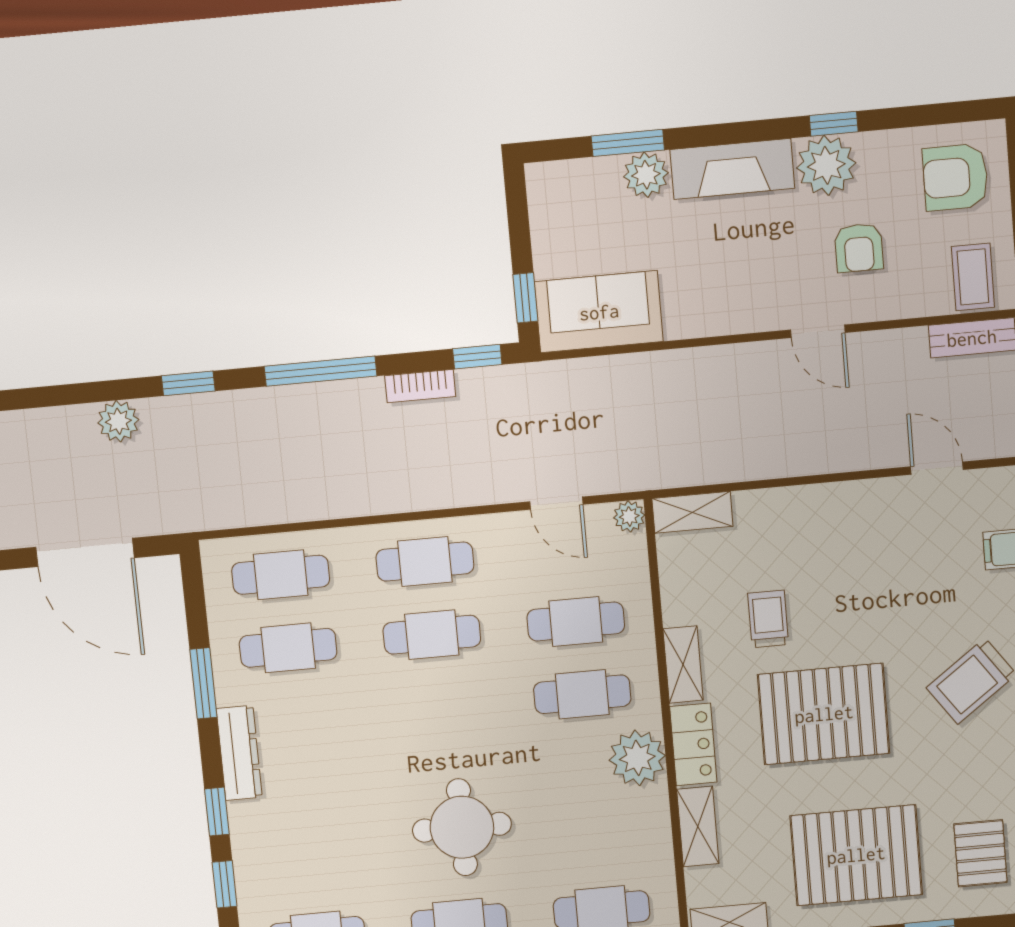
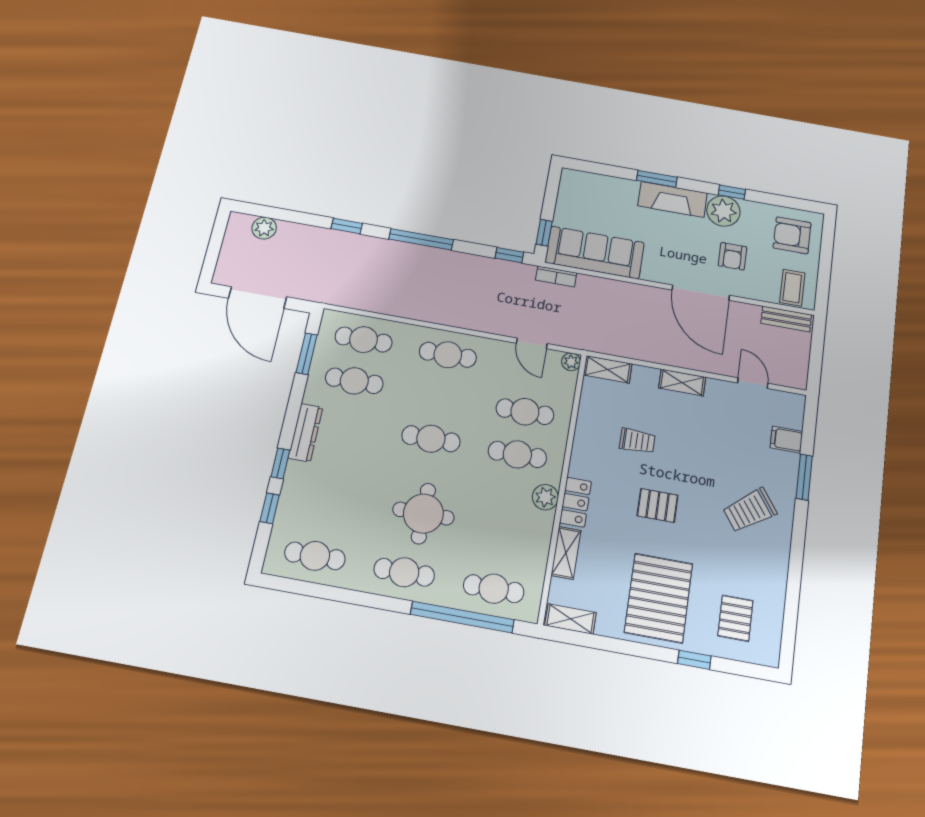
window: (628, 143) -> (657, 179), moved
plant: (646, 175) -> (626, 190), removed
sofa: (599, 312) -> (595, 252), width x1.36
door: (818, 331) -> (701, 293), width x1.88
bookcase: (420, 386) -> (556, 276), moved
plant: (118, 421) -> (264, 228), moved
trolley: (768, 619) -> (637, 441), turned 90
cafe table: (432, 635) -> (431, 439), moved
shelving: (683, 665) -> (682, 383), moved, turned 90
window: (203, 683) -> (307, 354), moved
pallet: (824, 714) -> (658, 505), width x0.49, depth x0.50
plant: (637, 758) -> (545, 497), width x0.73, depth x0.73
pallet: (856, 855) -> (659, 598), turned 90

